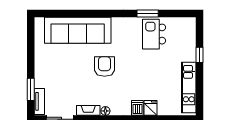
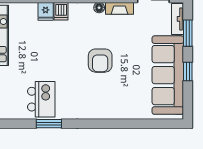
sofa: (78, 30) -> (168, 75), moved, turned -90
window: (31, 57) -> (188, 71), added

